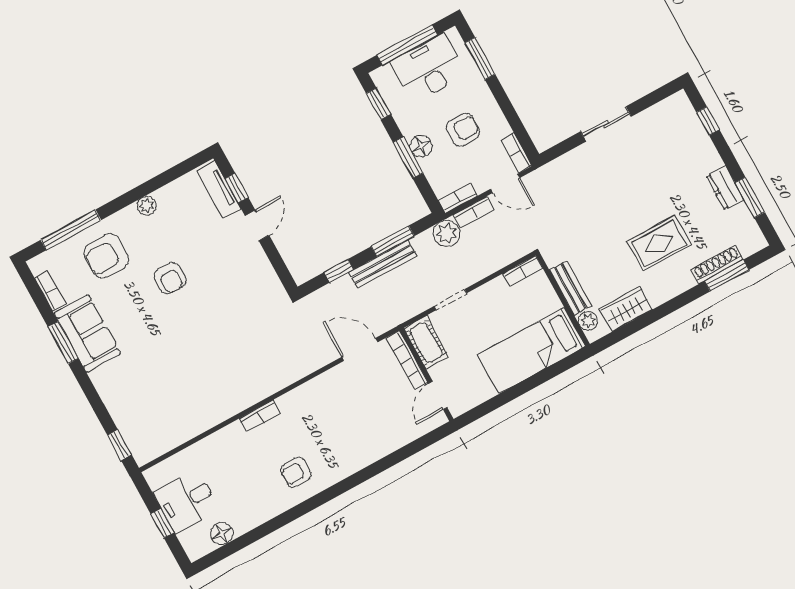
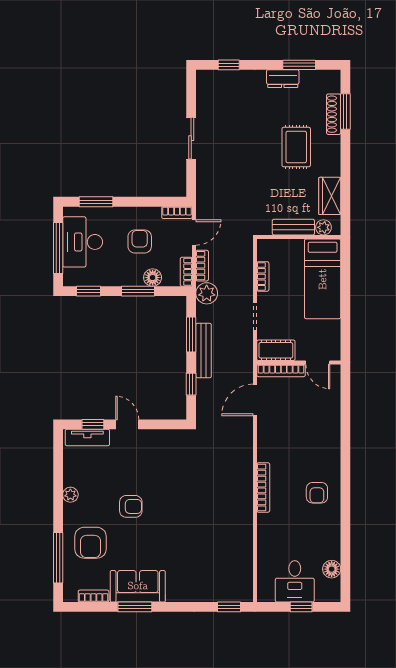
floor lamp: (421, 146) -> (153, 278), moved
bookcase: (523, 271) -> (263, 276), moved
bookcase: (260, 416) -> (263, 488), width x1.56

